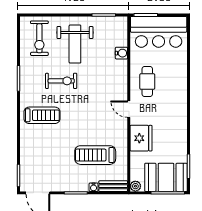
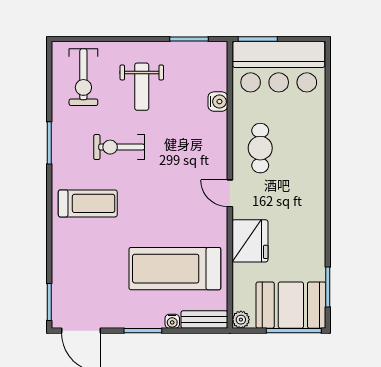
weight bench: (75, 44) -> (142, 87), width x0.73, depth x0.75
exercise bike: (61, 81) -> (119, 147), turned 180
treadmill: (95, 155) -> (175, 269), width x1.37, depth x1.38

